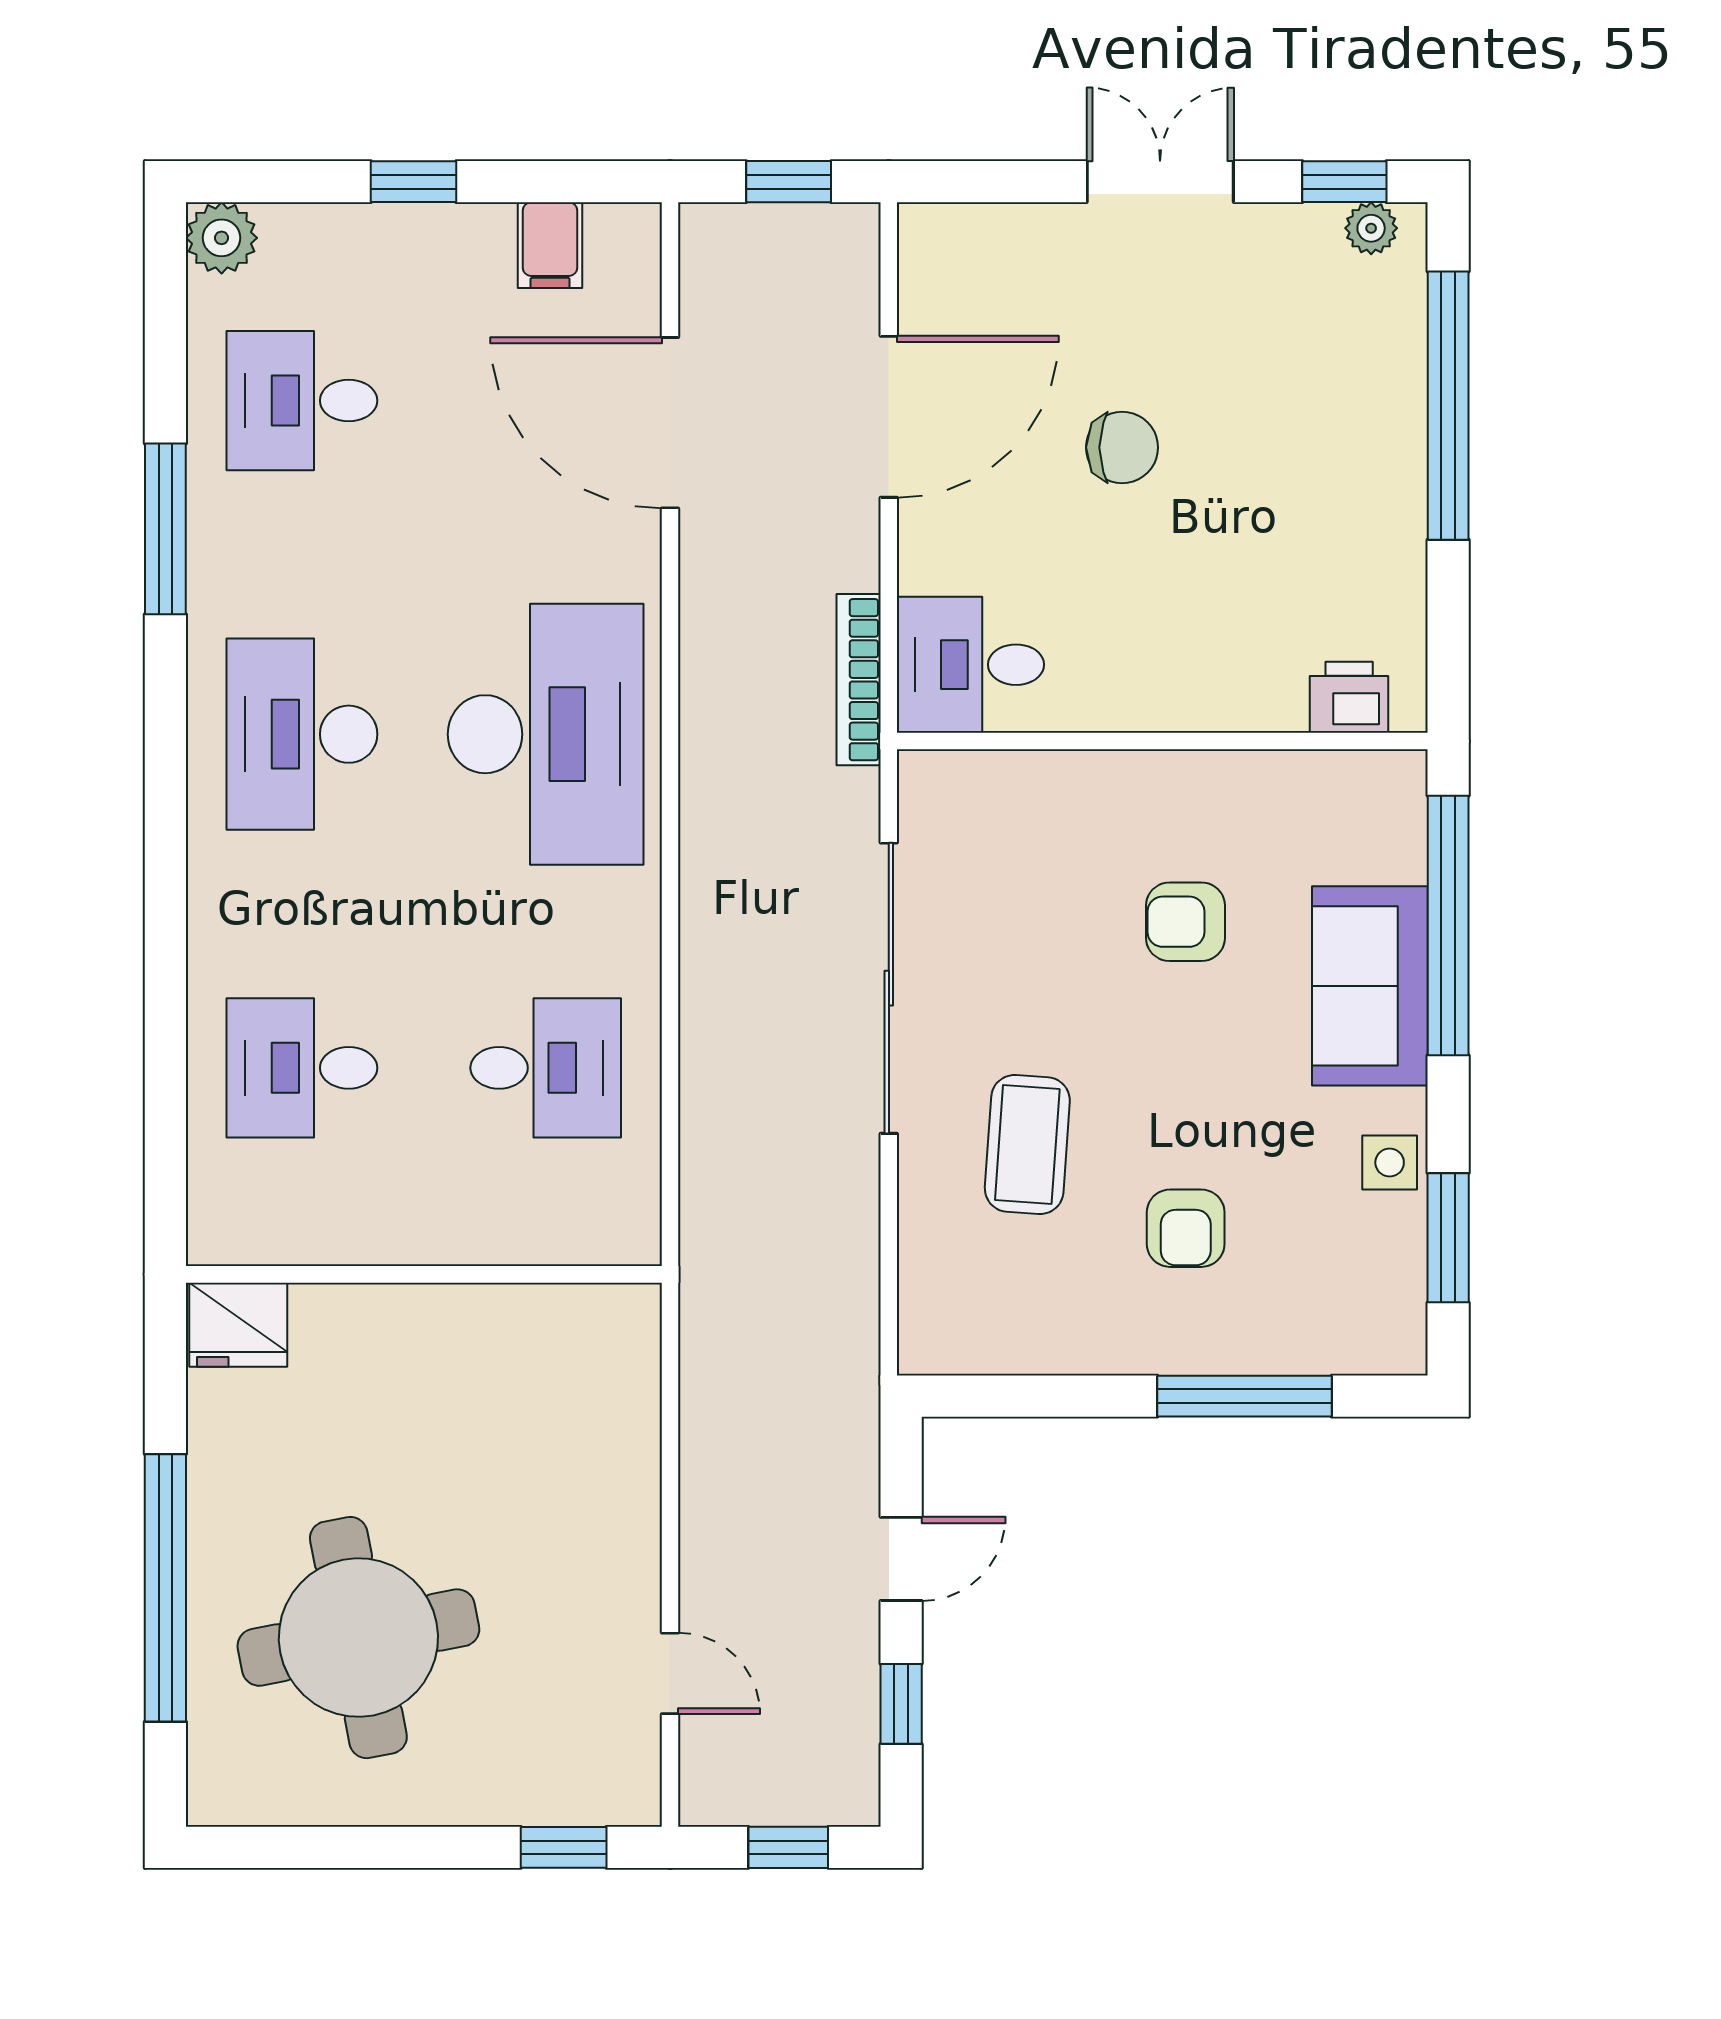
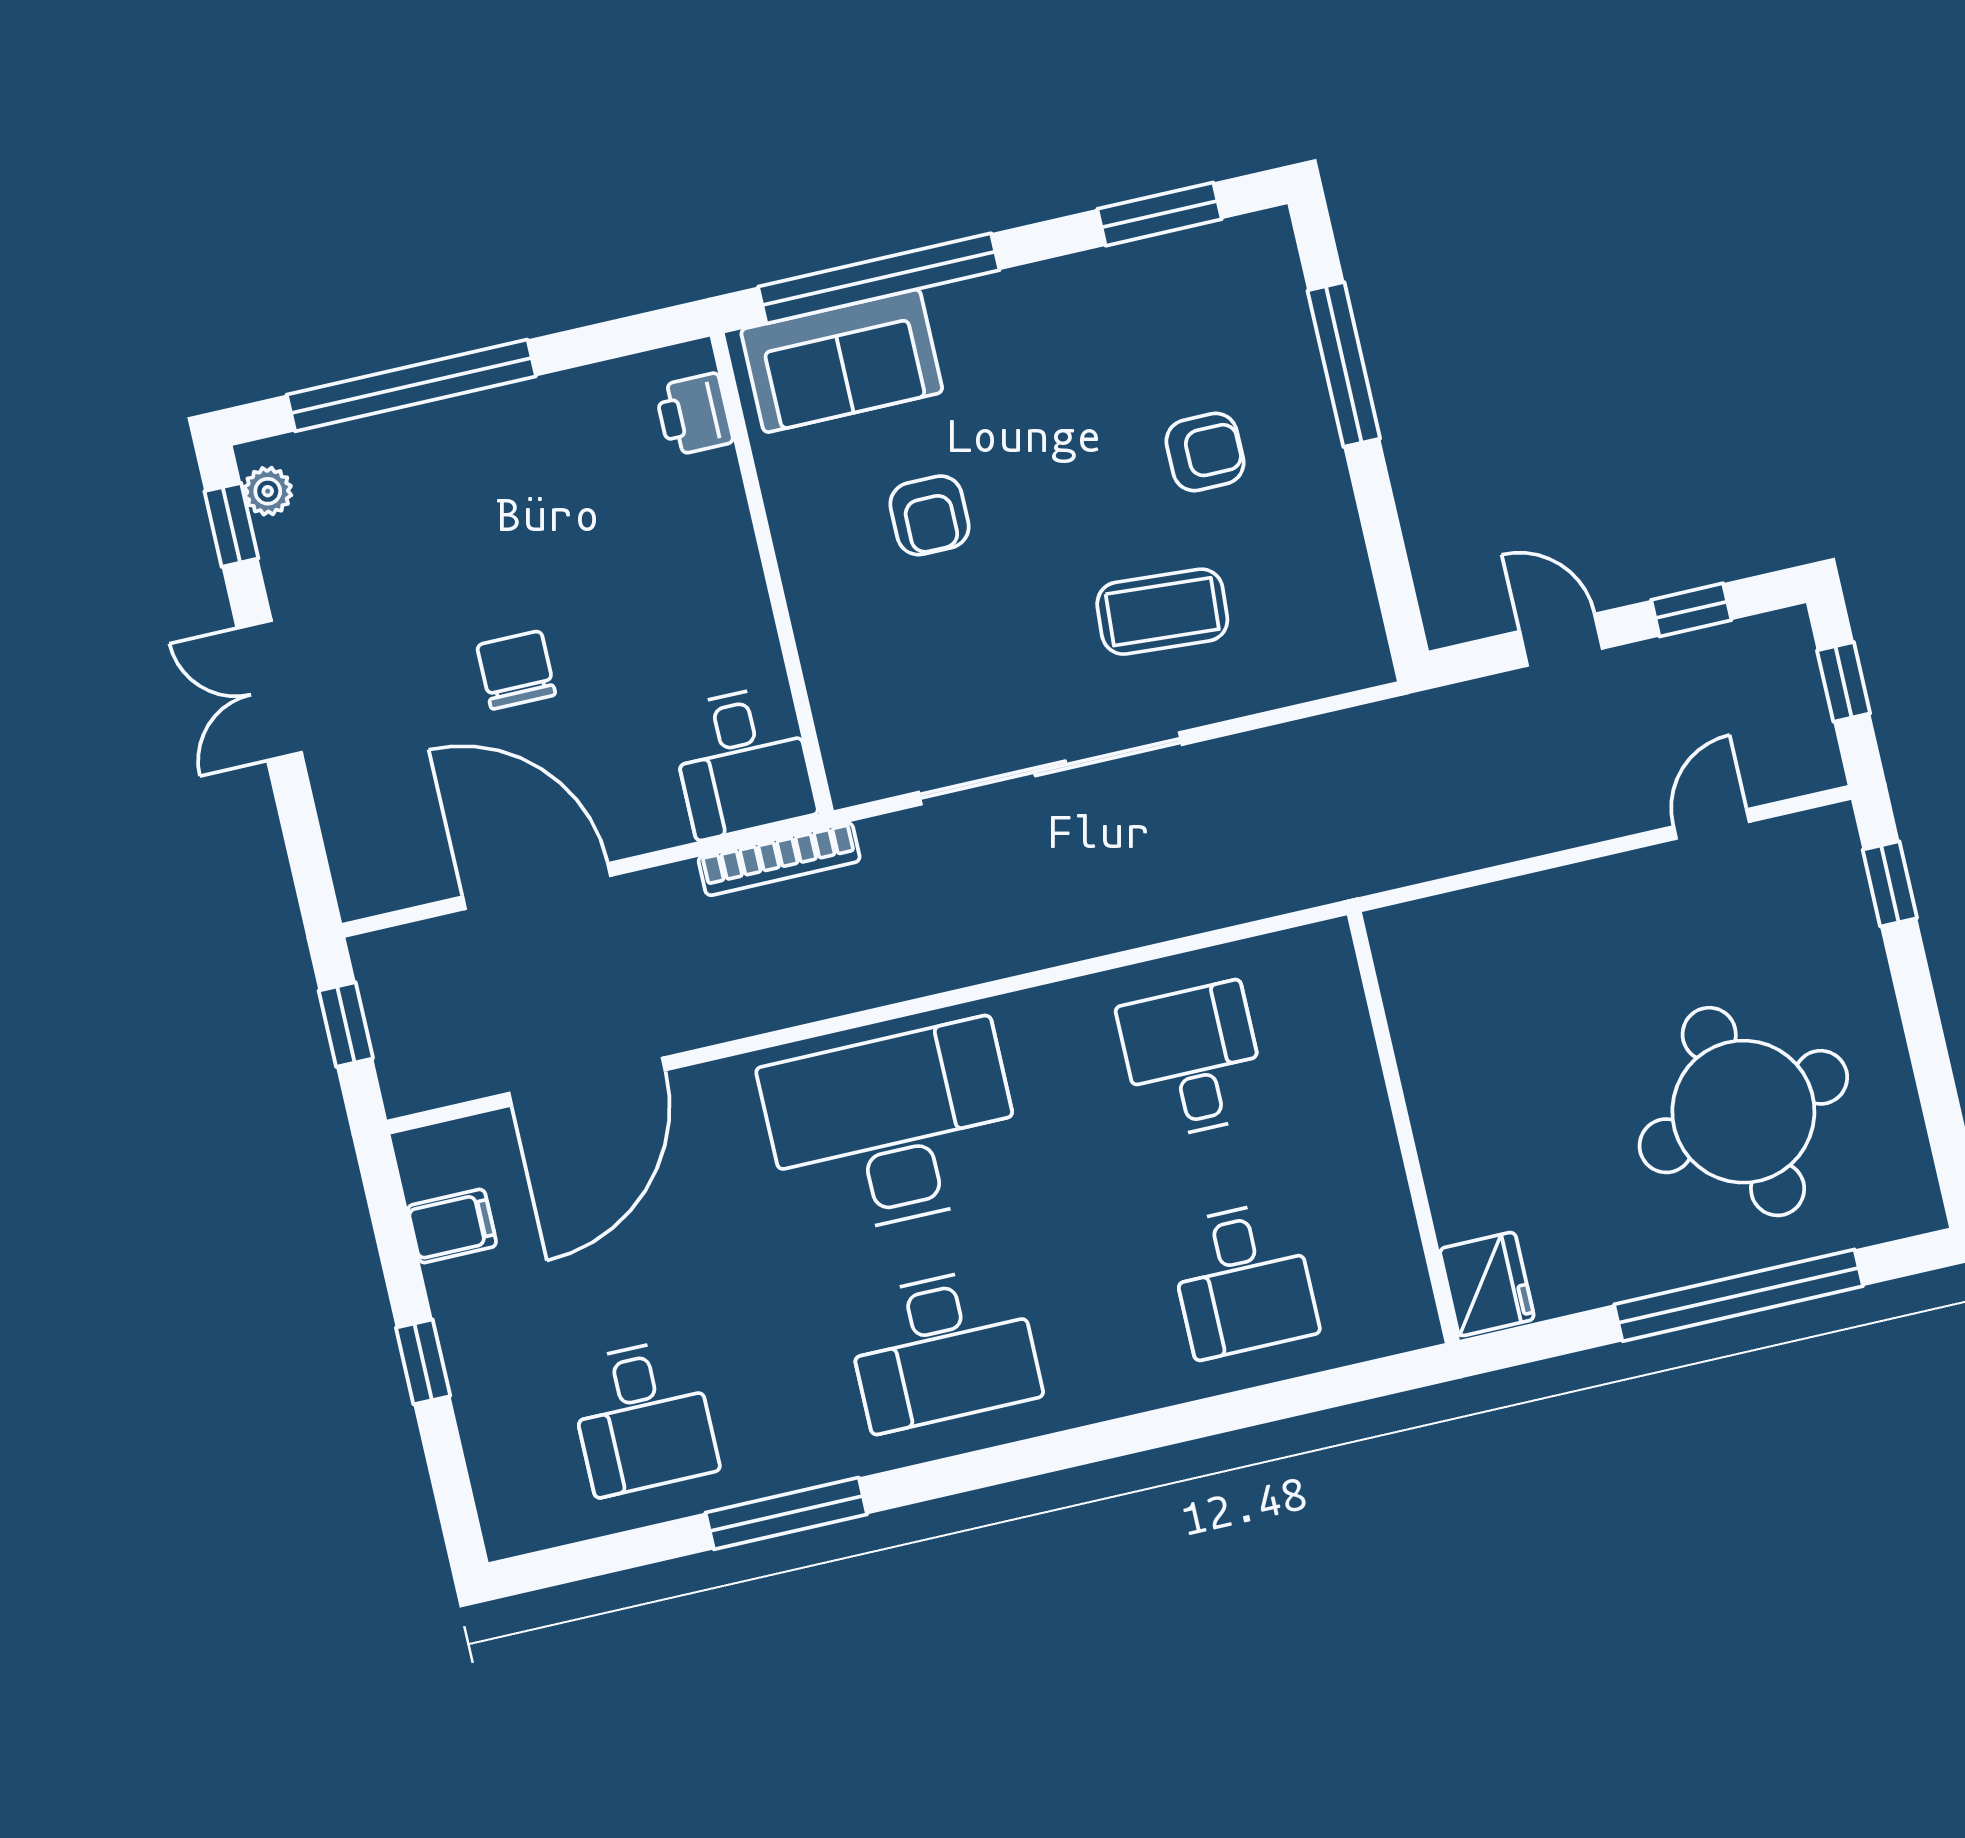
plant: (222, 238) -> (513, 1523), removed
sofa: (1370, 986) -> (842, 361), moved
side table: (1390, 1163) -> (1104, 282), removed

